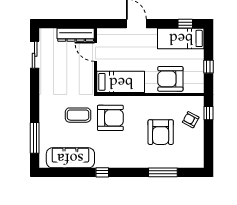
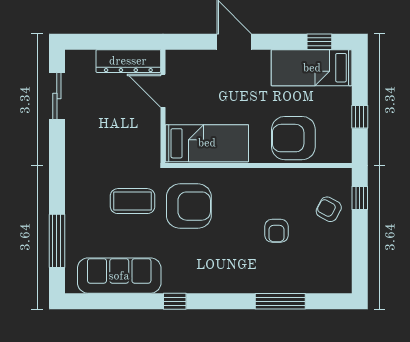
armchair: (161, 132) -> (276, 231), width x0.53, depth x0.53

